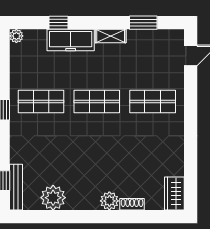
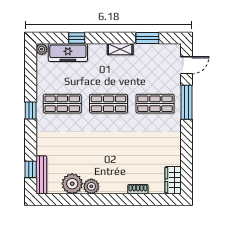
freezer: (71, 40) -> (68, 53), moved
window: (191, 100) -> (187, 102), added
plant: (109, 201) -> (91, 186), moved

